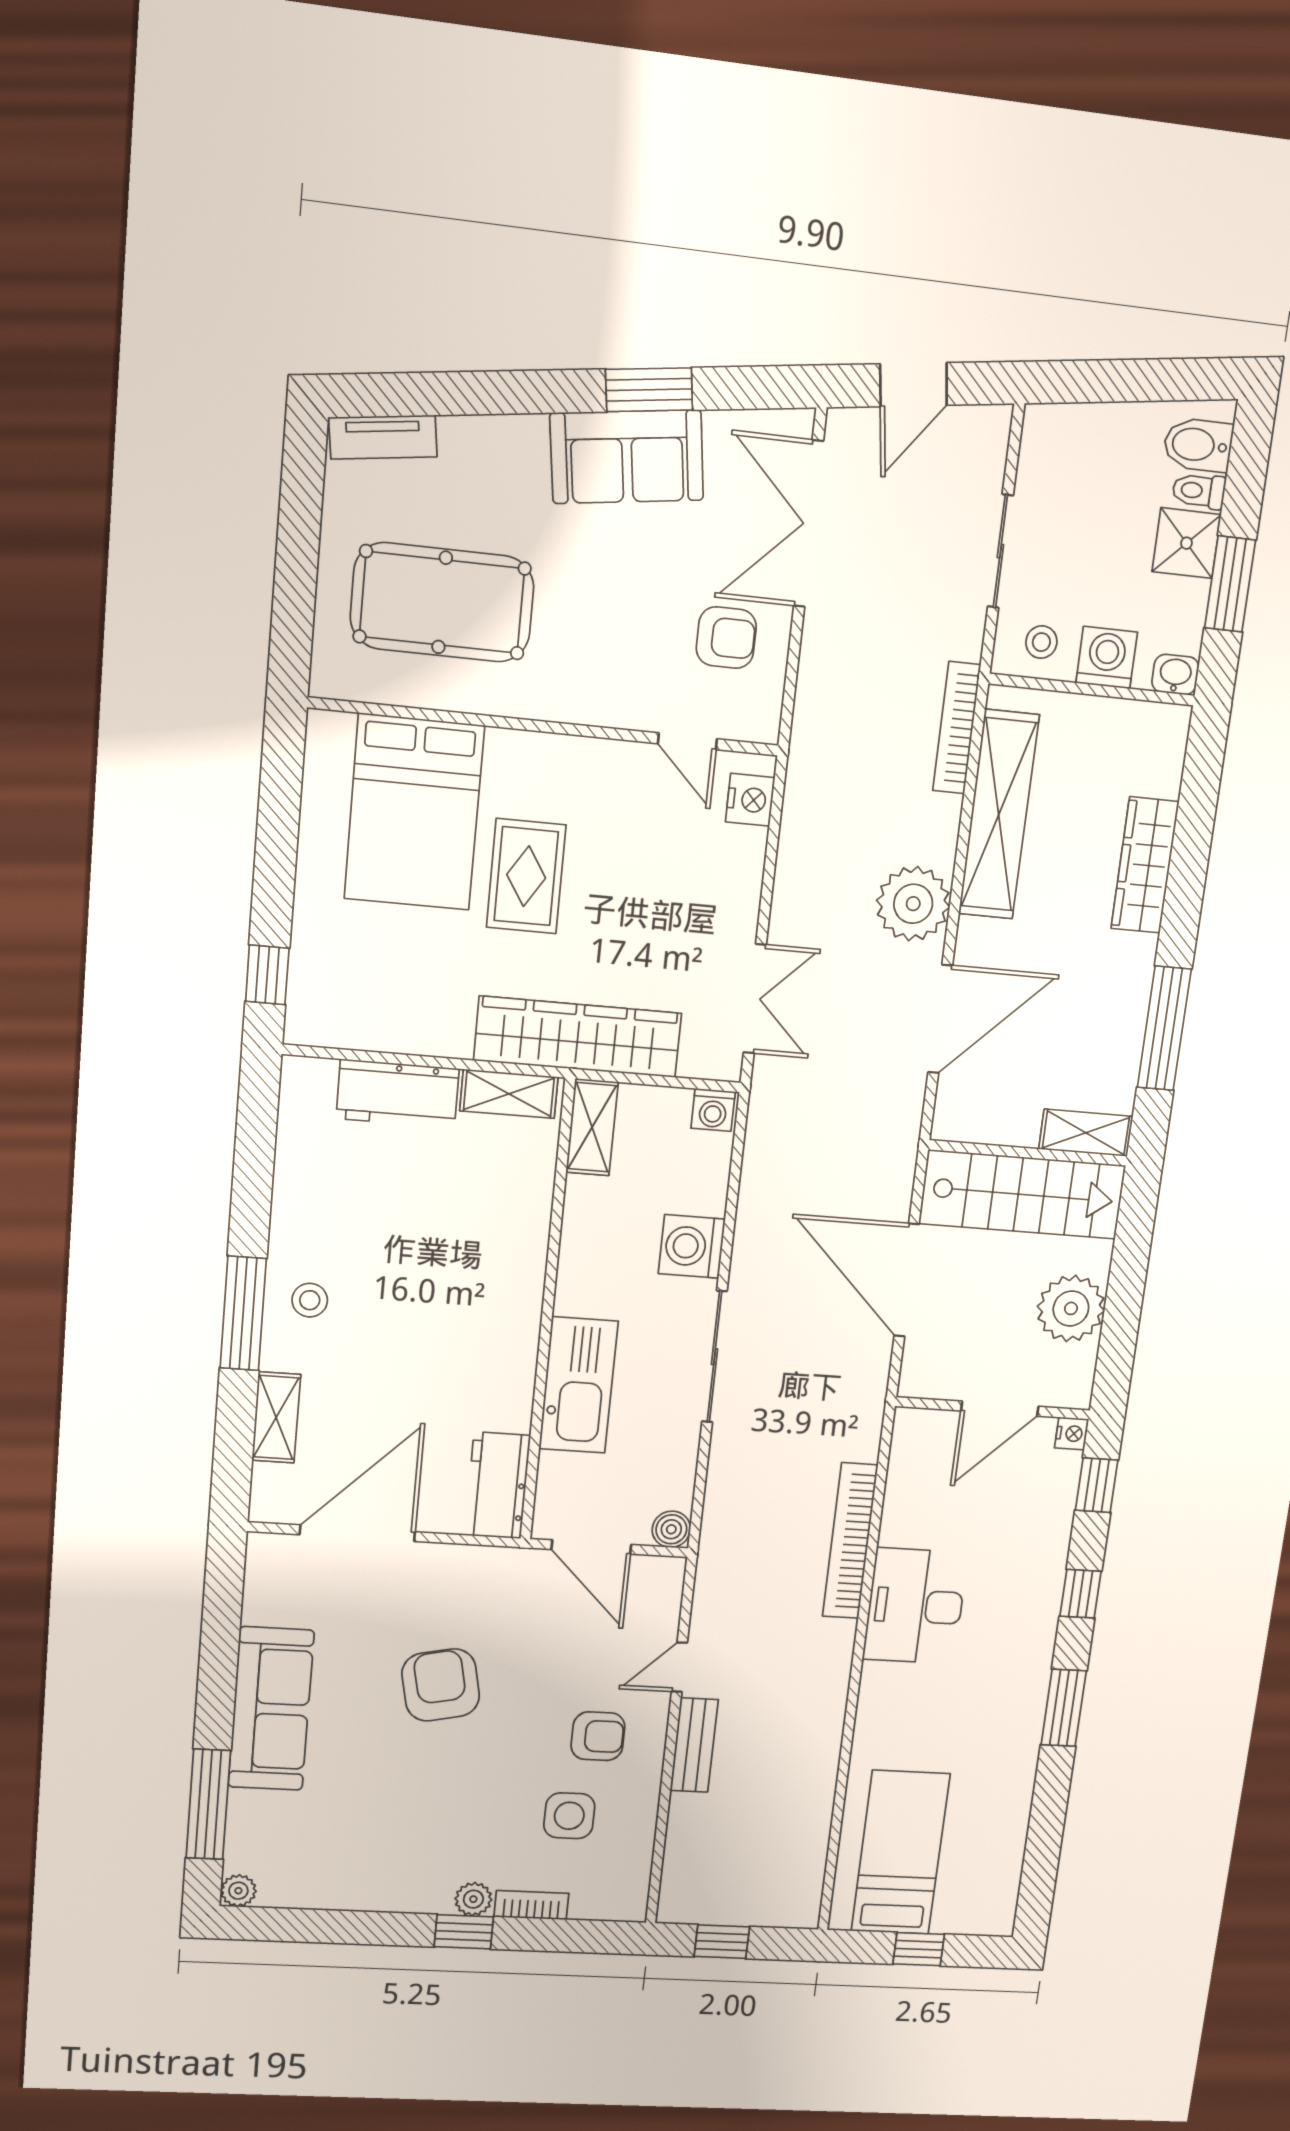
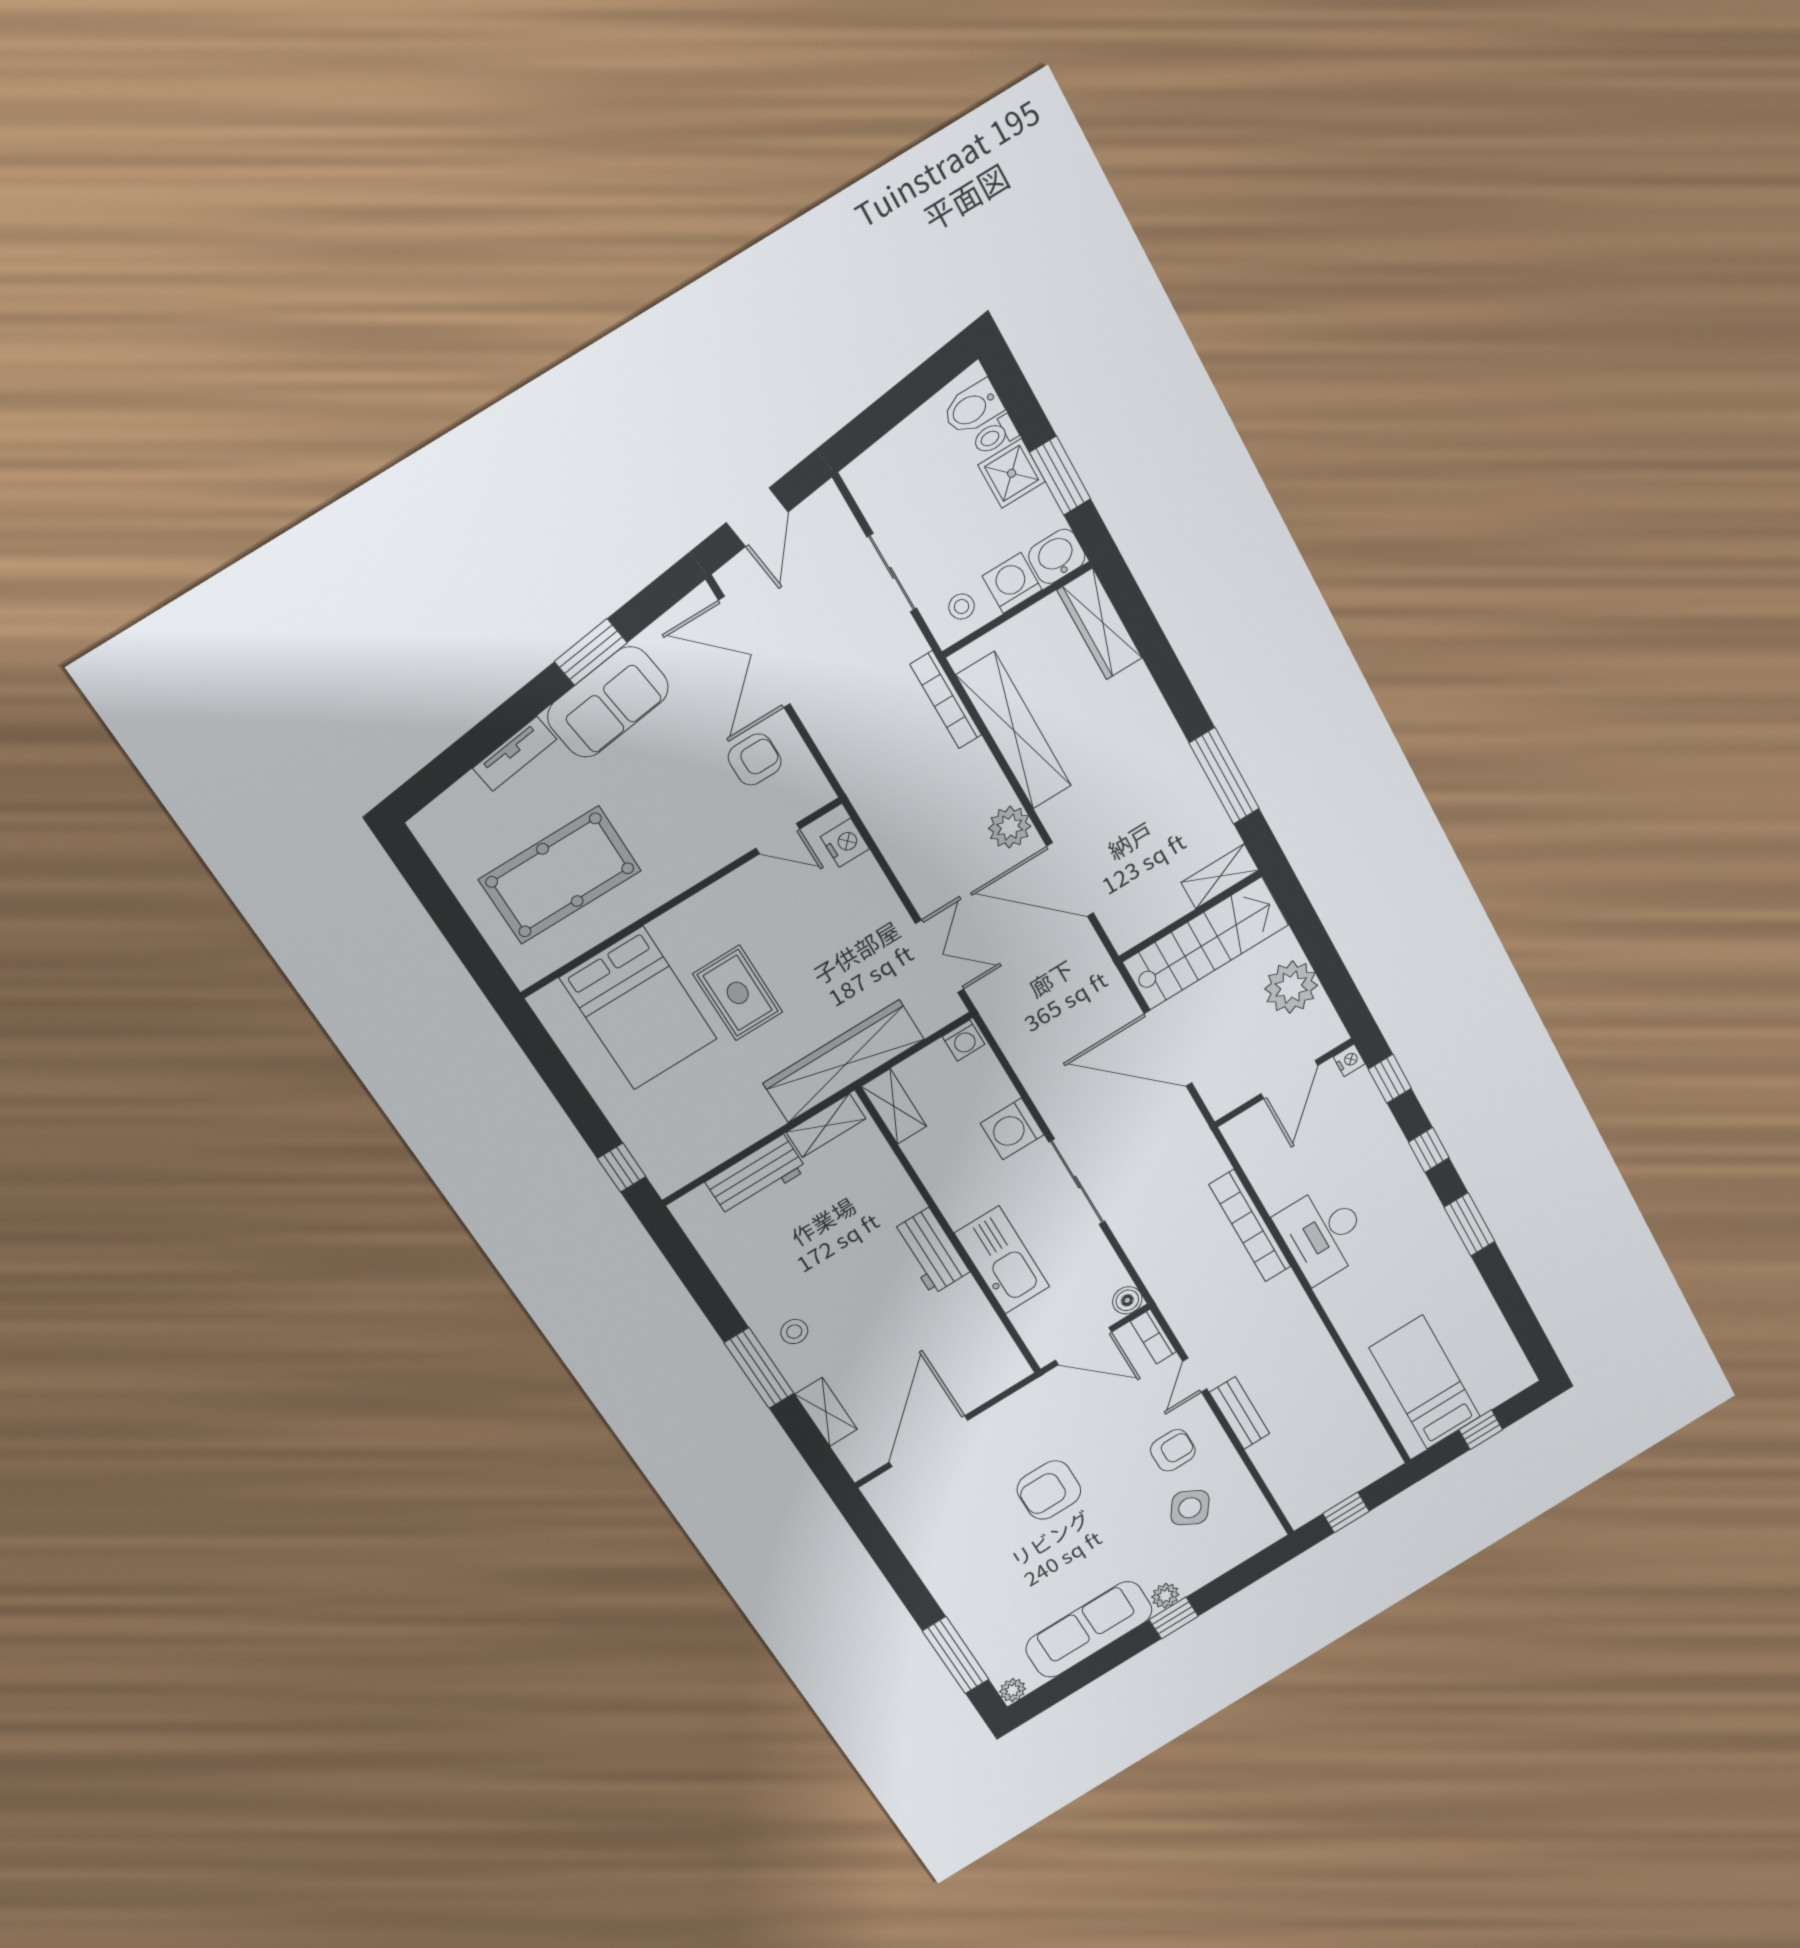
tv unit: (383, 437) -> (515, 754), moved
washbasin: (1175, 675) -> (1057, 556), width x1.38, depth x1.45
wardrobe: (1145, 865) -> (1100, 624), moved
plant: (913, 904) -> (1010, 827), width x0.73, depth x0.73
door: (940, 1019) -> (1070, 880), swing flipped
workbench: (497, 1485) -> (930, 1251), moved
armchair: (441, 1685) -> (1049, 1490), turned -78
sofa: (271, 1709) -> (1089, 1629), moved, turned -90
side table: (569, 1816) -> (1190, 1508), turned 32
bookcase: (531, 1905) -> (1153, 1337), moved, turned -90

